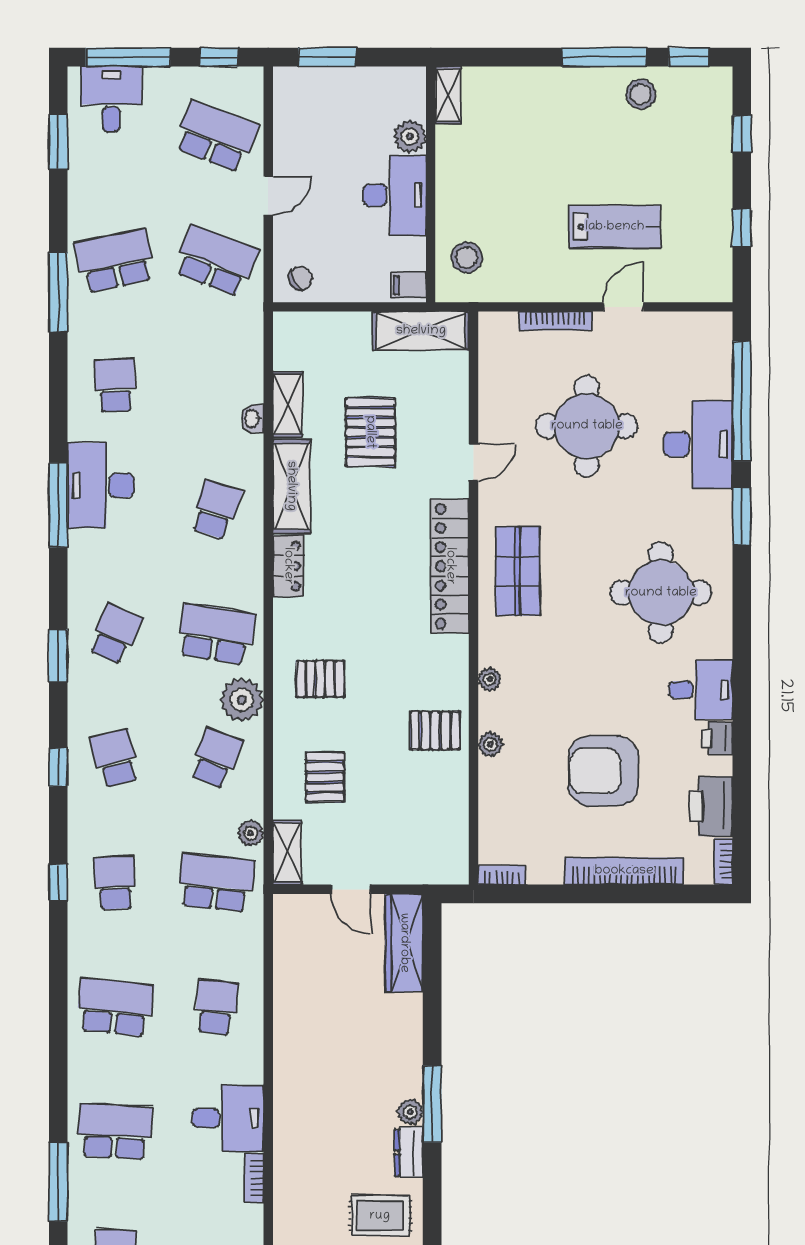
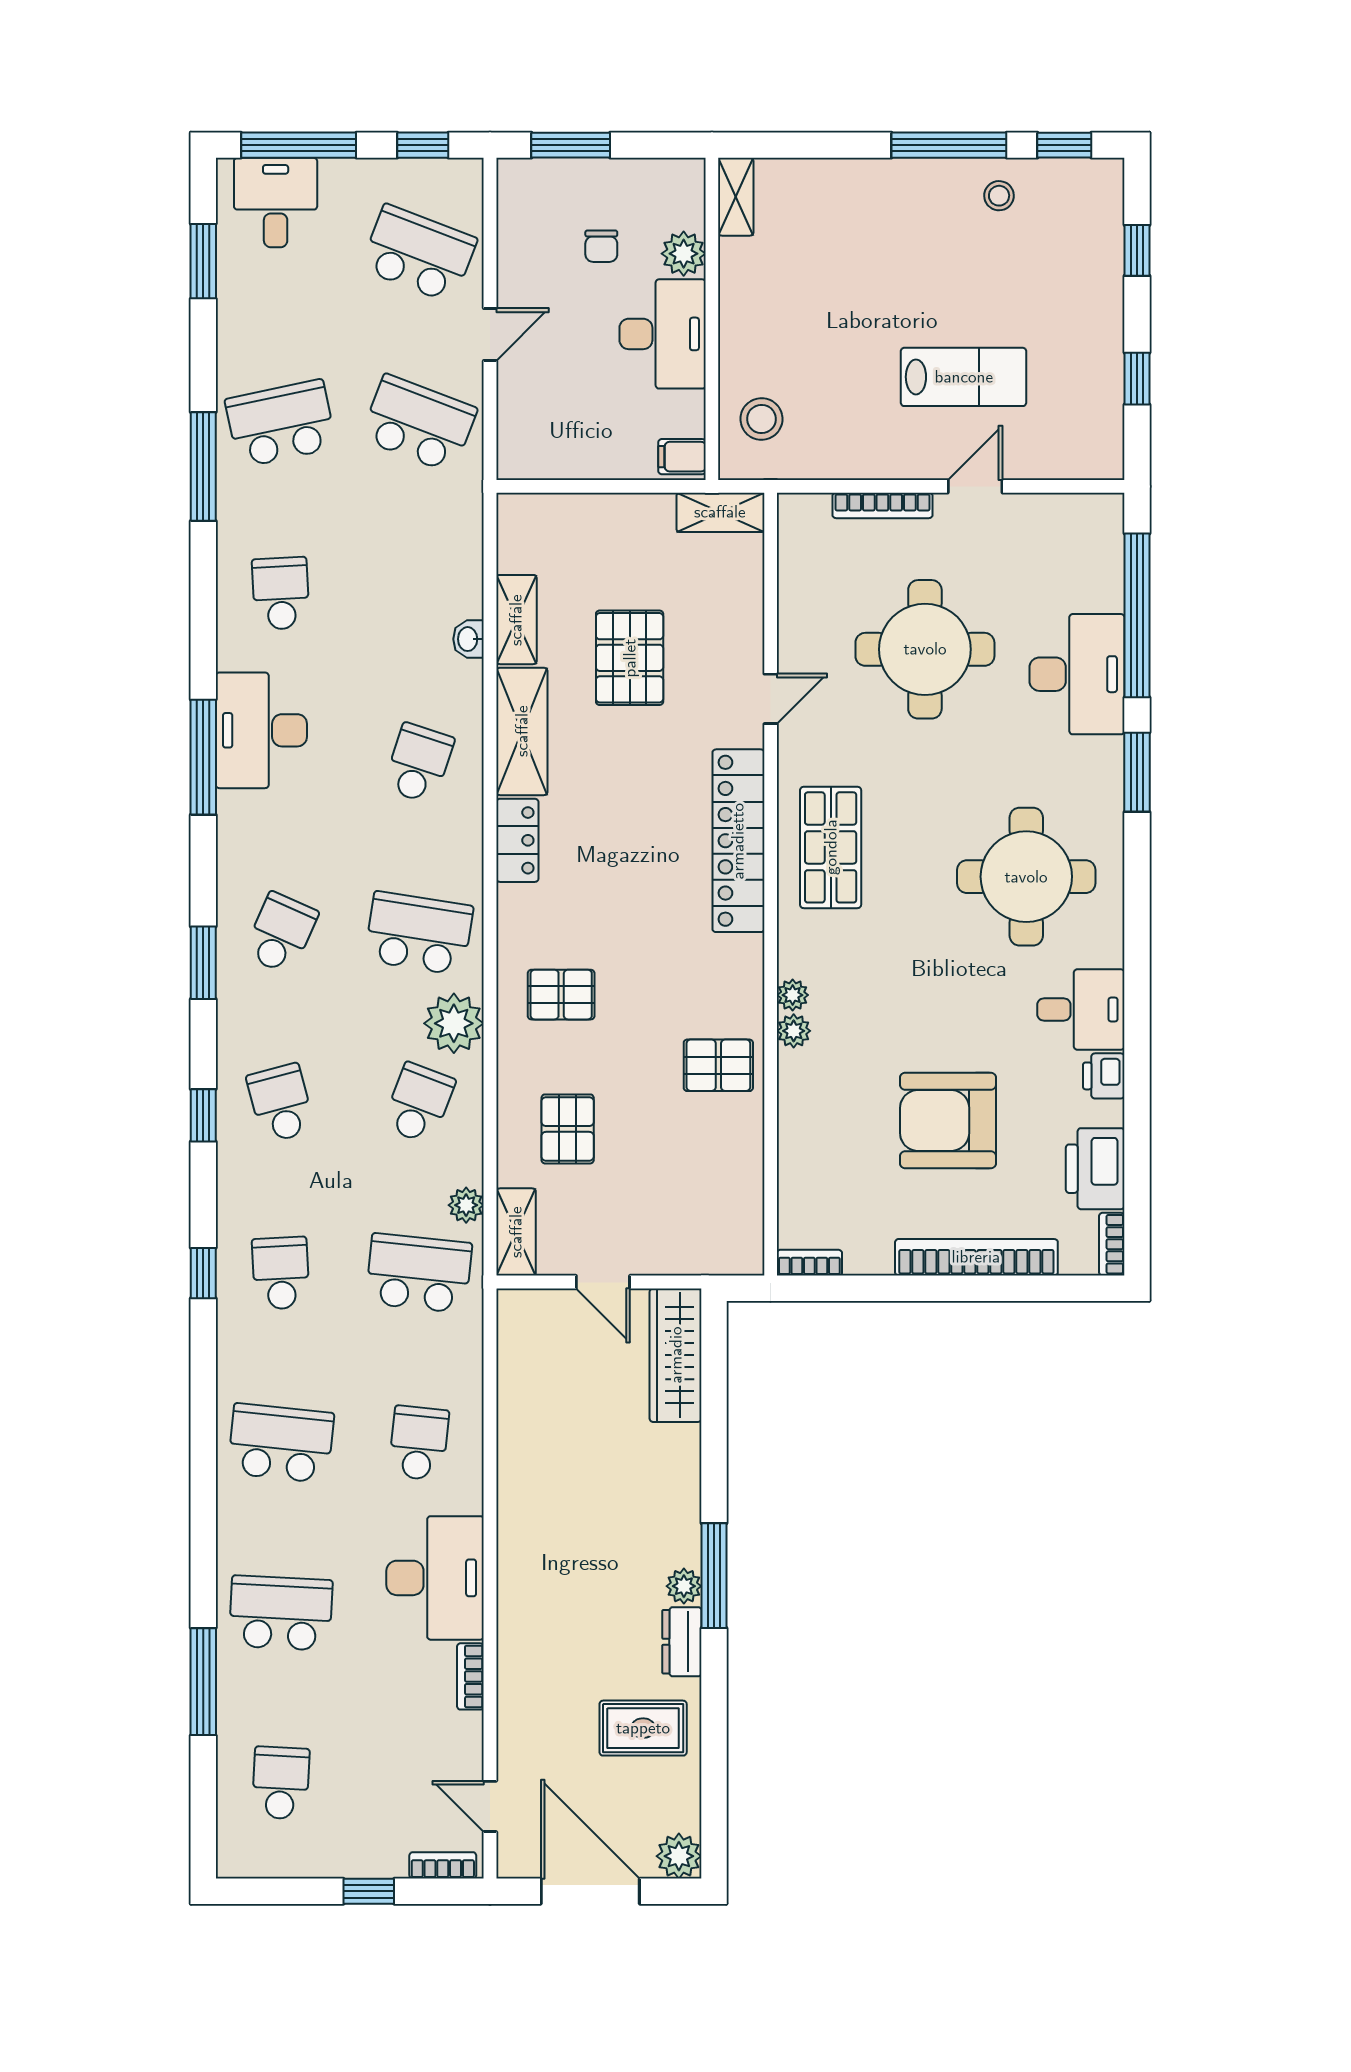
stool: (641, 94) -> (999, 196), width x0.73, depth x0.73
chair: (301, 278) -> (601, 246), moved, turned 117
shelving: (421, 331) -> (720, 512), width x0.67, depth x0.75
plant: (490, 744) -> (794, 1031), moved
desk: (228, 1118) -> (435, 1578), width x1.37

